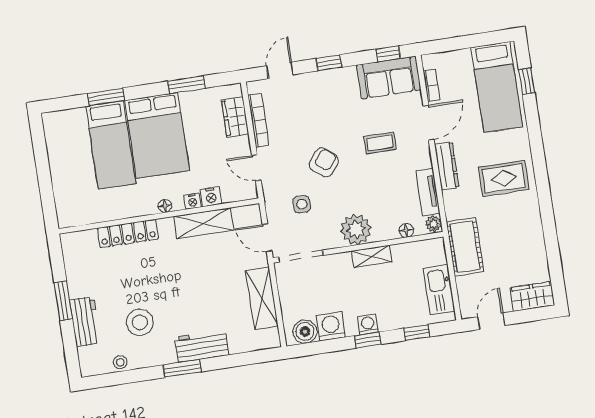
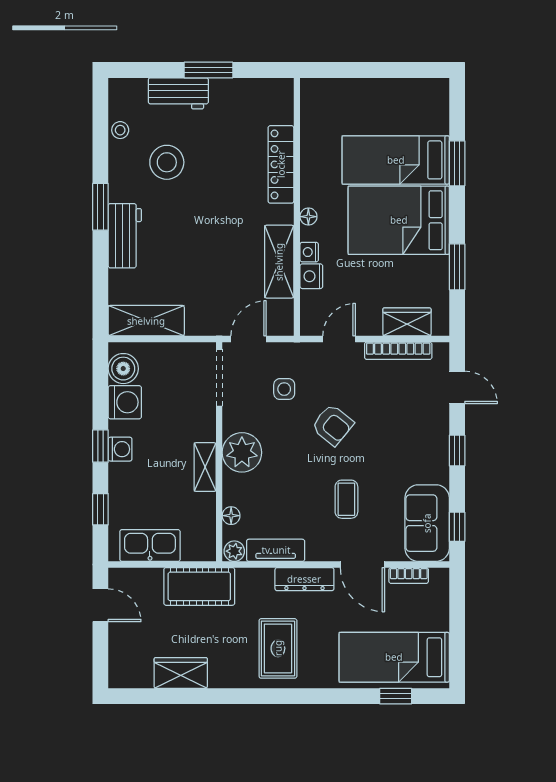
wardrobe: (532, 296) -> (181, 673), moved, turned -90
shelving: (262, 298) -> (146, 321), moved

